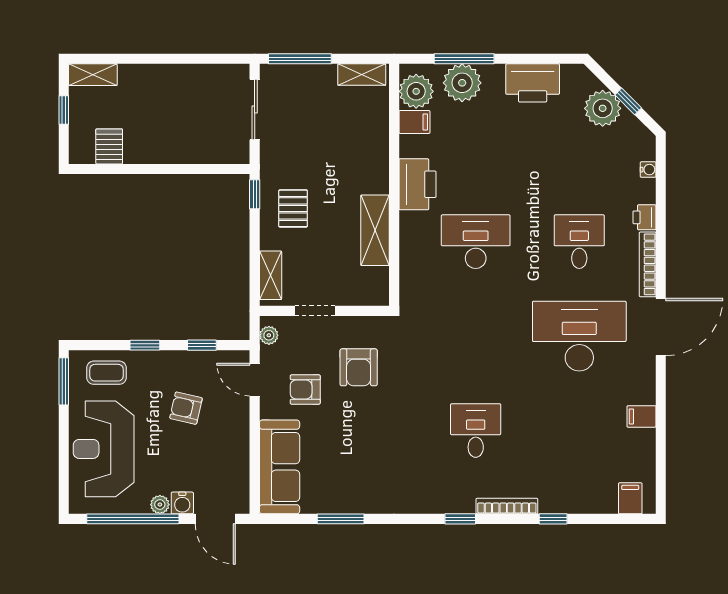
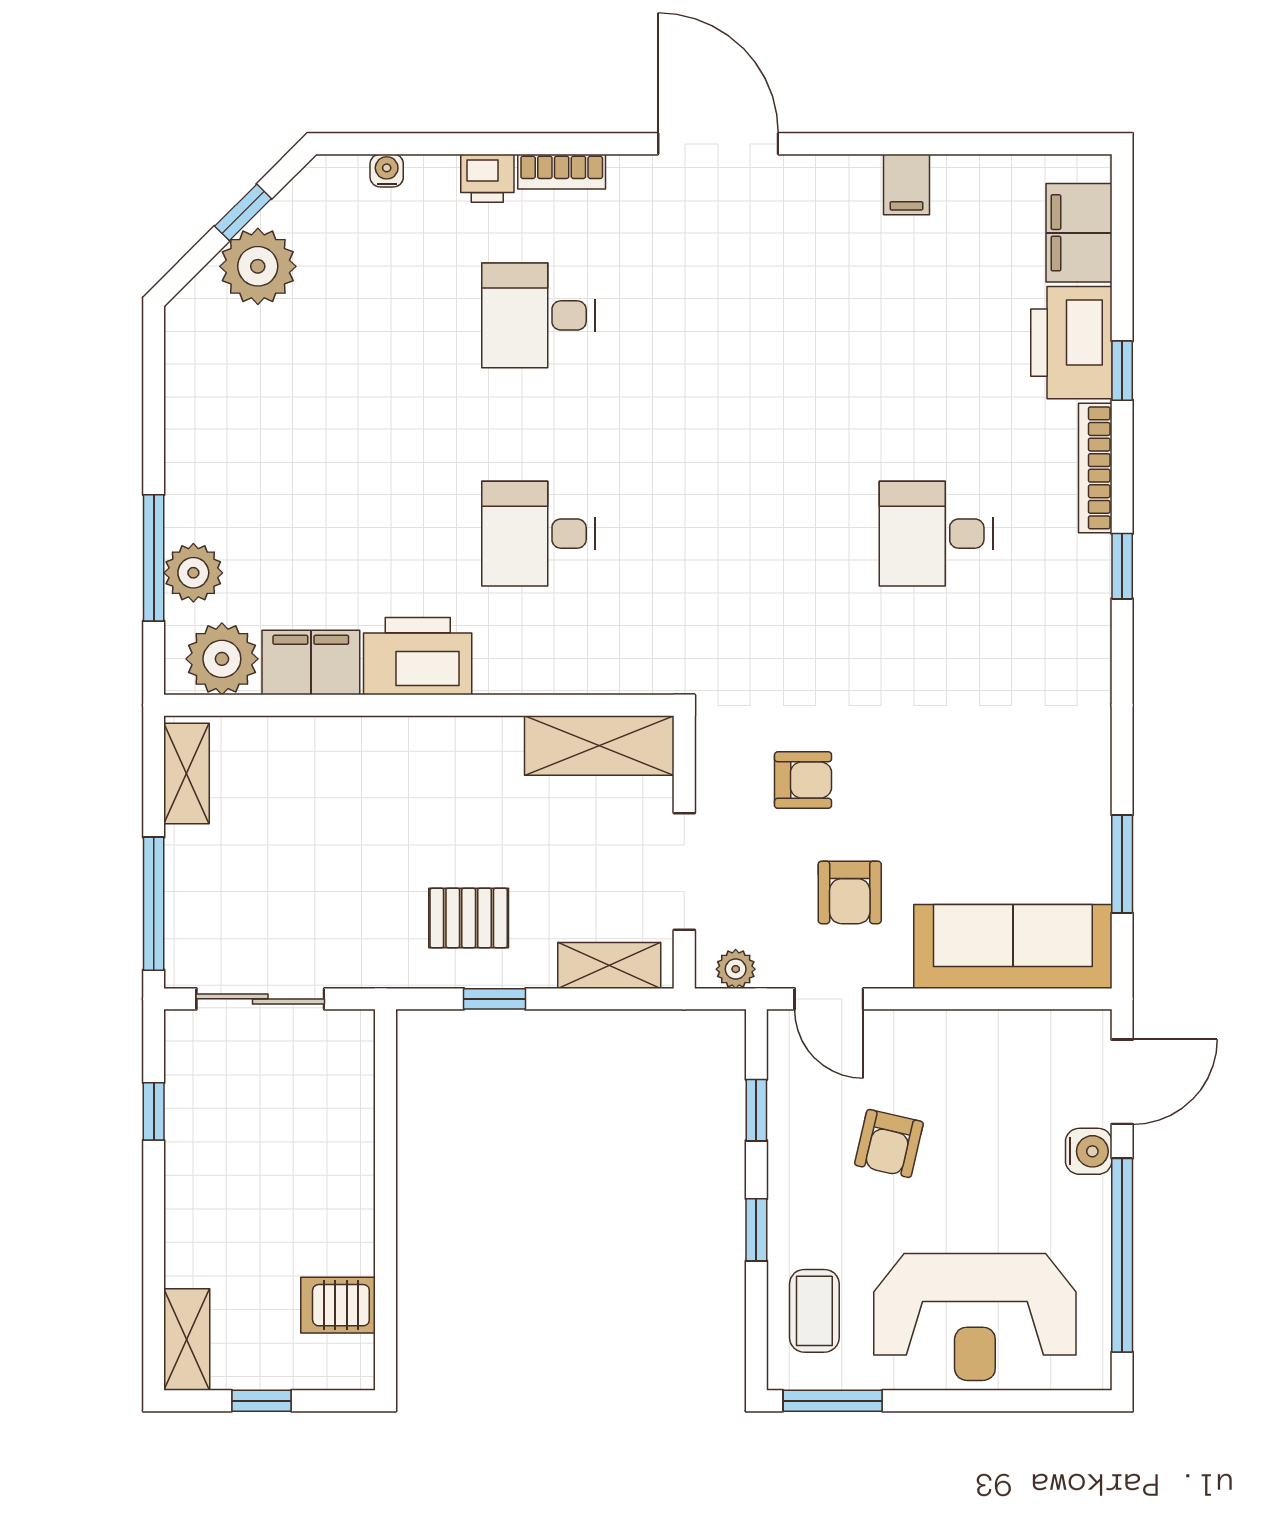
window: (201, 59) -> (154, 1111), added
plant: (462, 83) -> (193, 573), width x0.73, depth x0.73
printer: (533, 83) -> (1071, 343), moved, turned 180
filing cabinet: (414, 122) -> (311, 663), width x2.00
window: (255, 194) -> (495, 999), moved
shelving: (375, 230) -> (599, 745), moved
desk: (476, 242) -> (538, 534), width x0.73
bookcase: (648, 264) -> (562, 172), width x0.64
doorway: (315, 311) -> (684, 871), width x1.38
desk: (579, 336) -> (737, 315), removed
armchair: (359, 367) -> (803, 780), width x0.72, depth x0.72
door: (255, 380) -> (829, 999), hinge flipped
filing cabinet: (630, 498) -> (1079, 233), width x2.00
plant: (160, 505) -> (1092, 1198), removed
window: (341, 519) -> (1122, 864), moved

